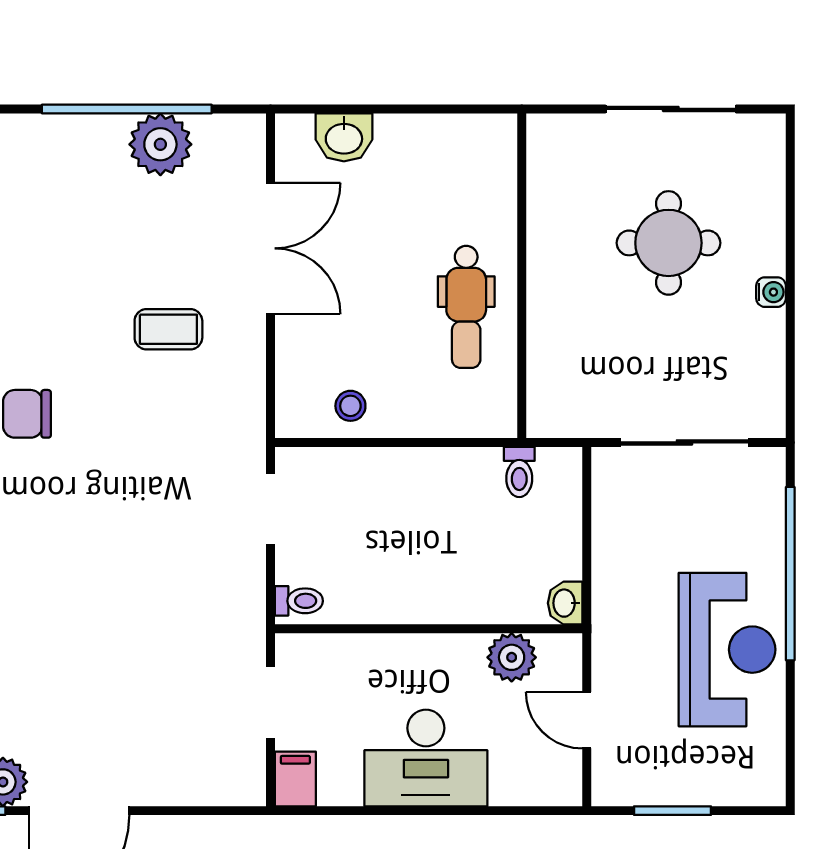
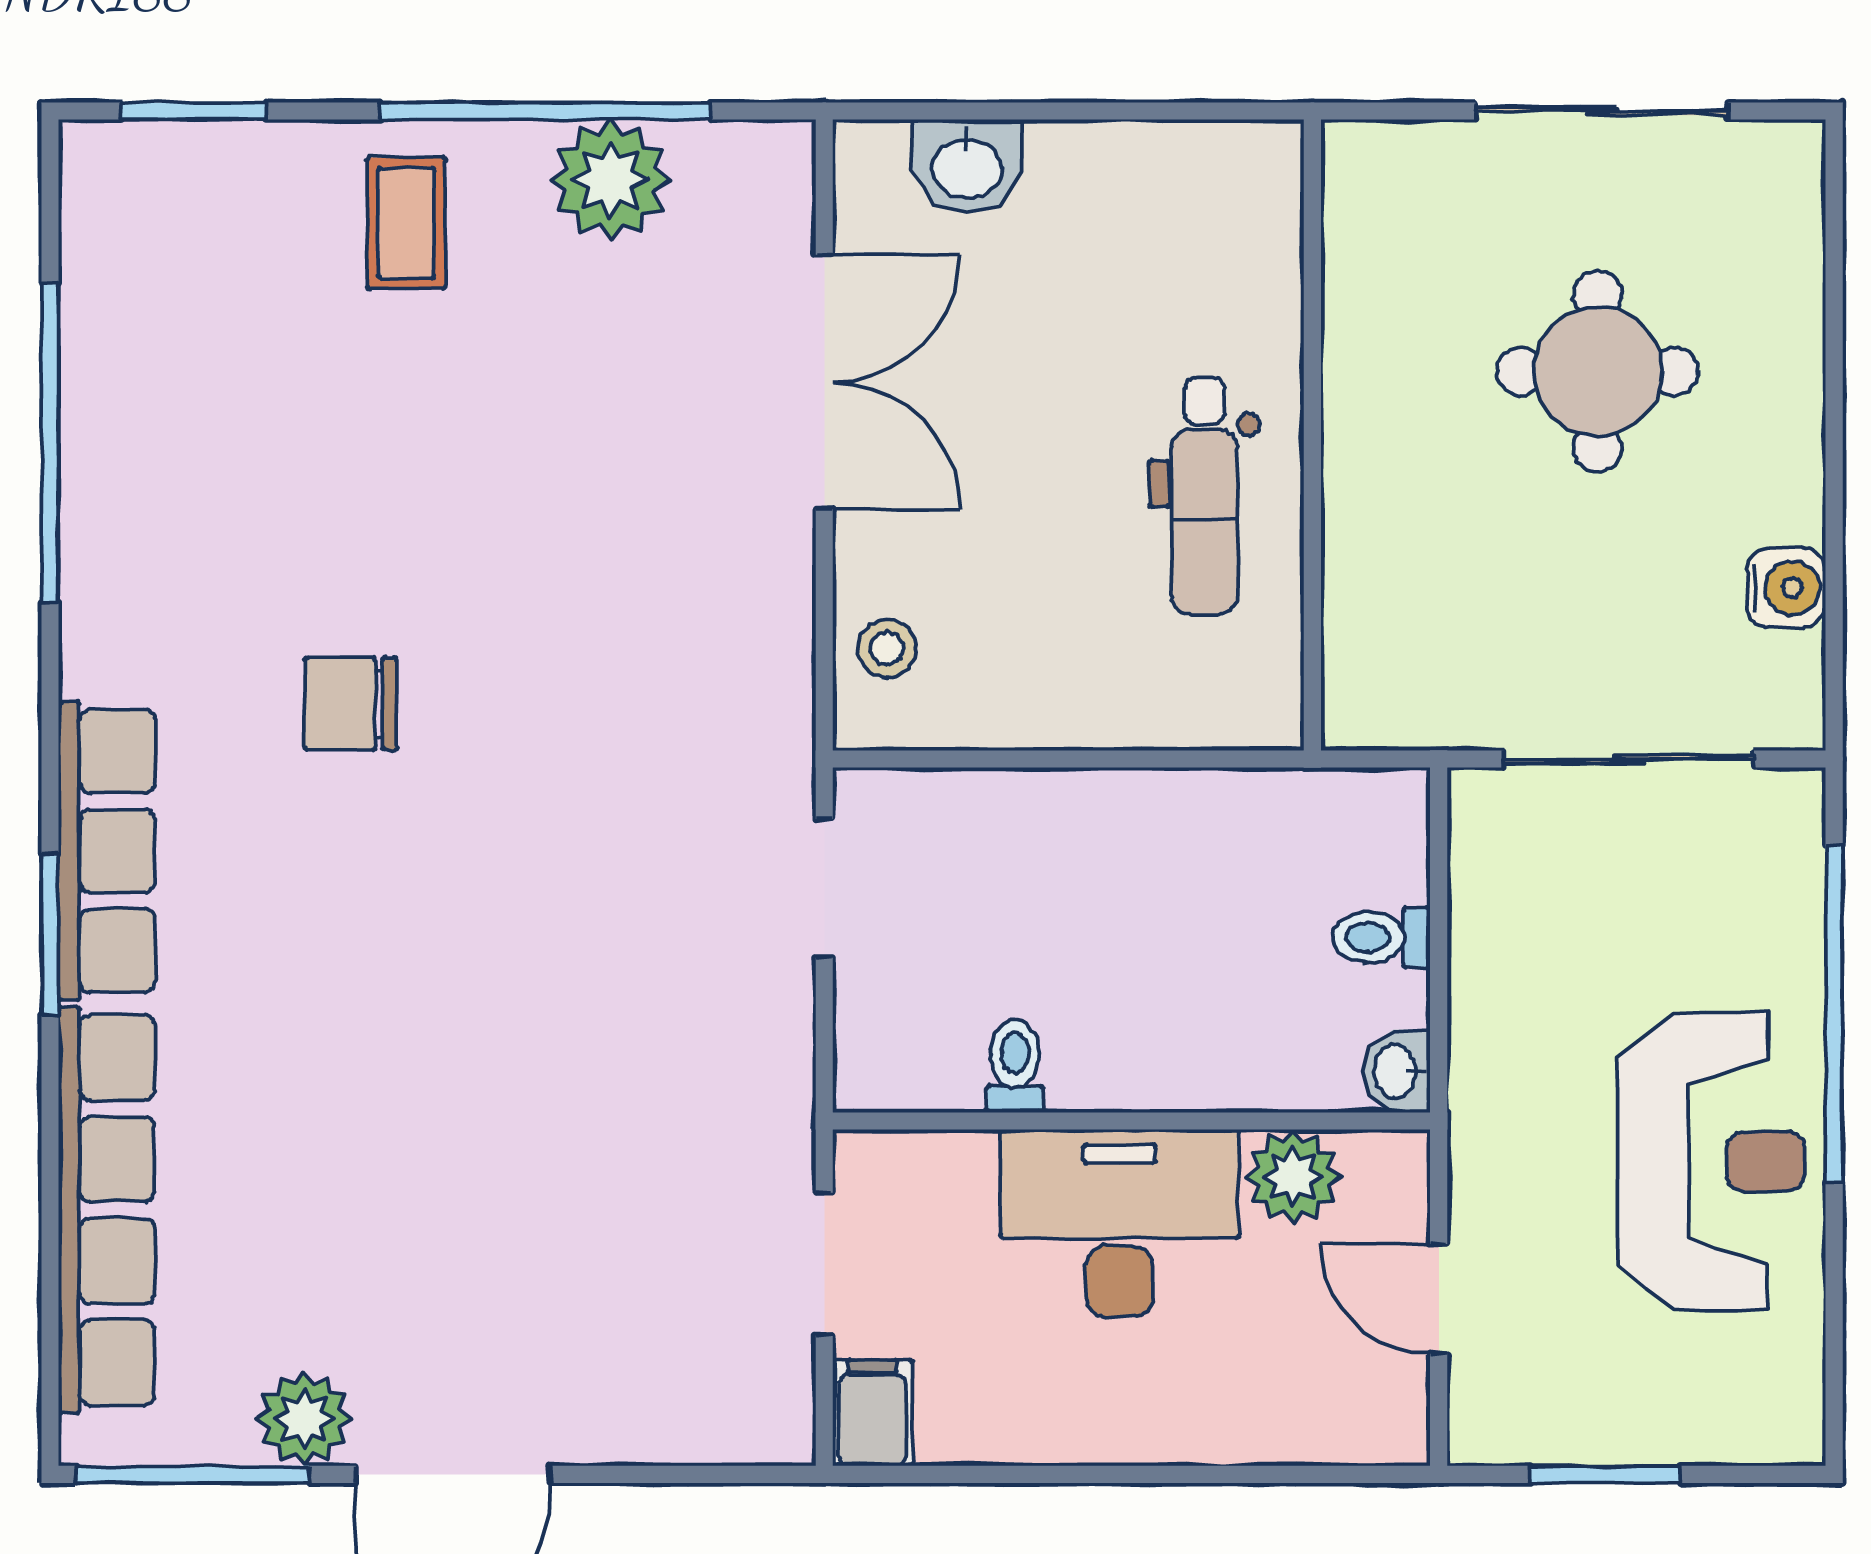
water cooler: (771, 292) -> (1786, 588), moved, width x1.38, depth x1.38
coffee table: (168, 329) -> (406, 223), moved, turned 90
stool: (350, 406) -> (887, 649), moved
toilet: (519, 472) -> (1381, 937), moved, turned 90
toilet: (299, 601) -> (1015, 1066), moved, turned -90
desk: (426, 758) -> (1119, 1223), moved, turned 180

